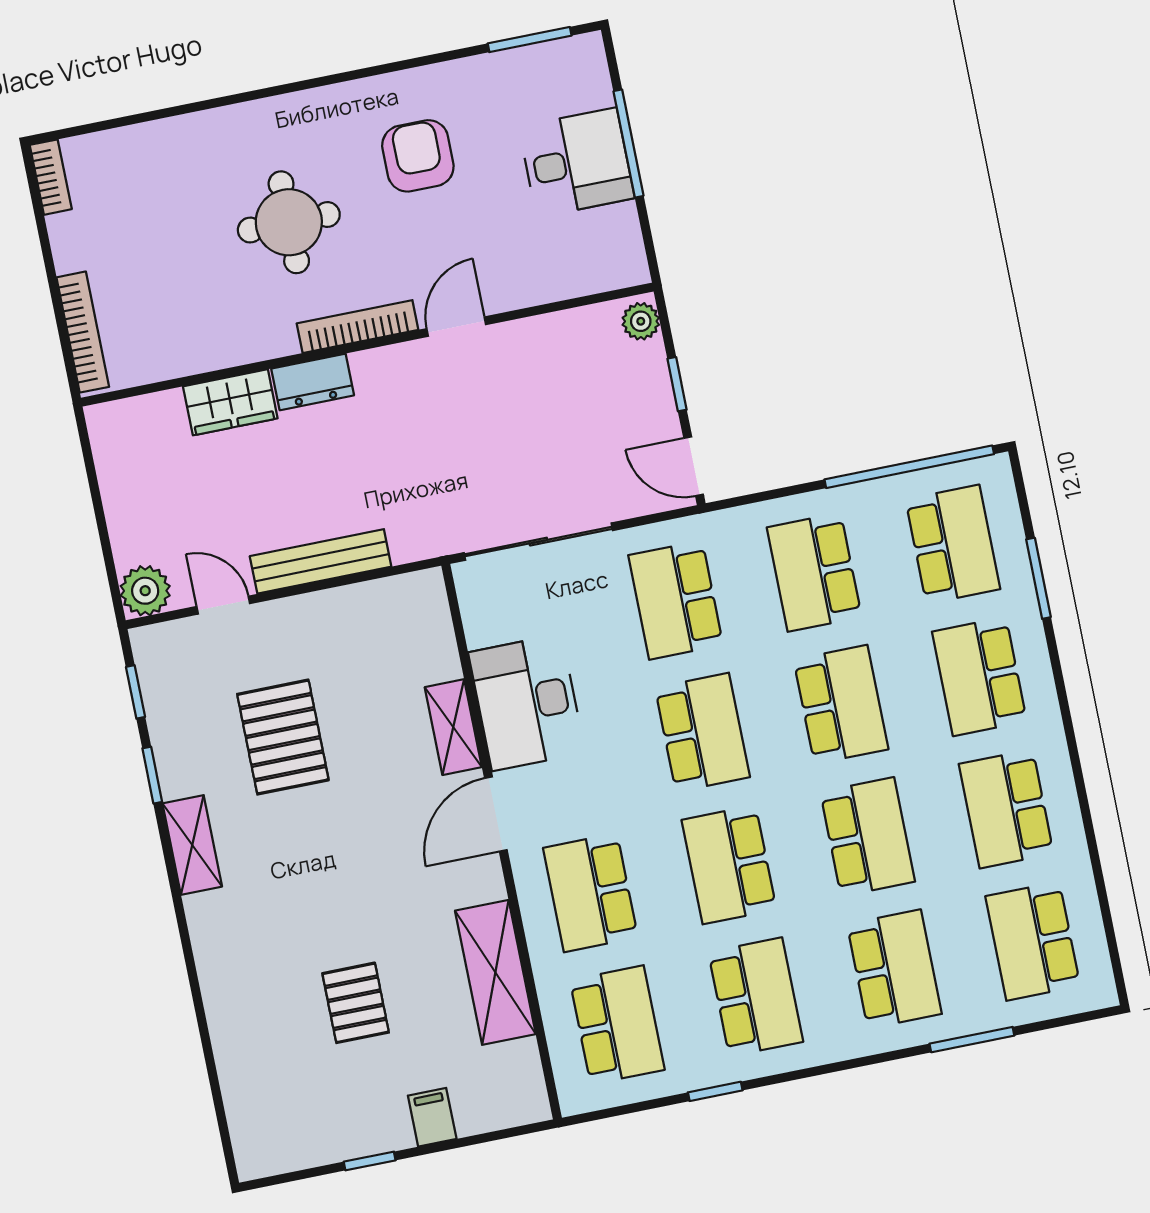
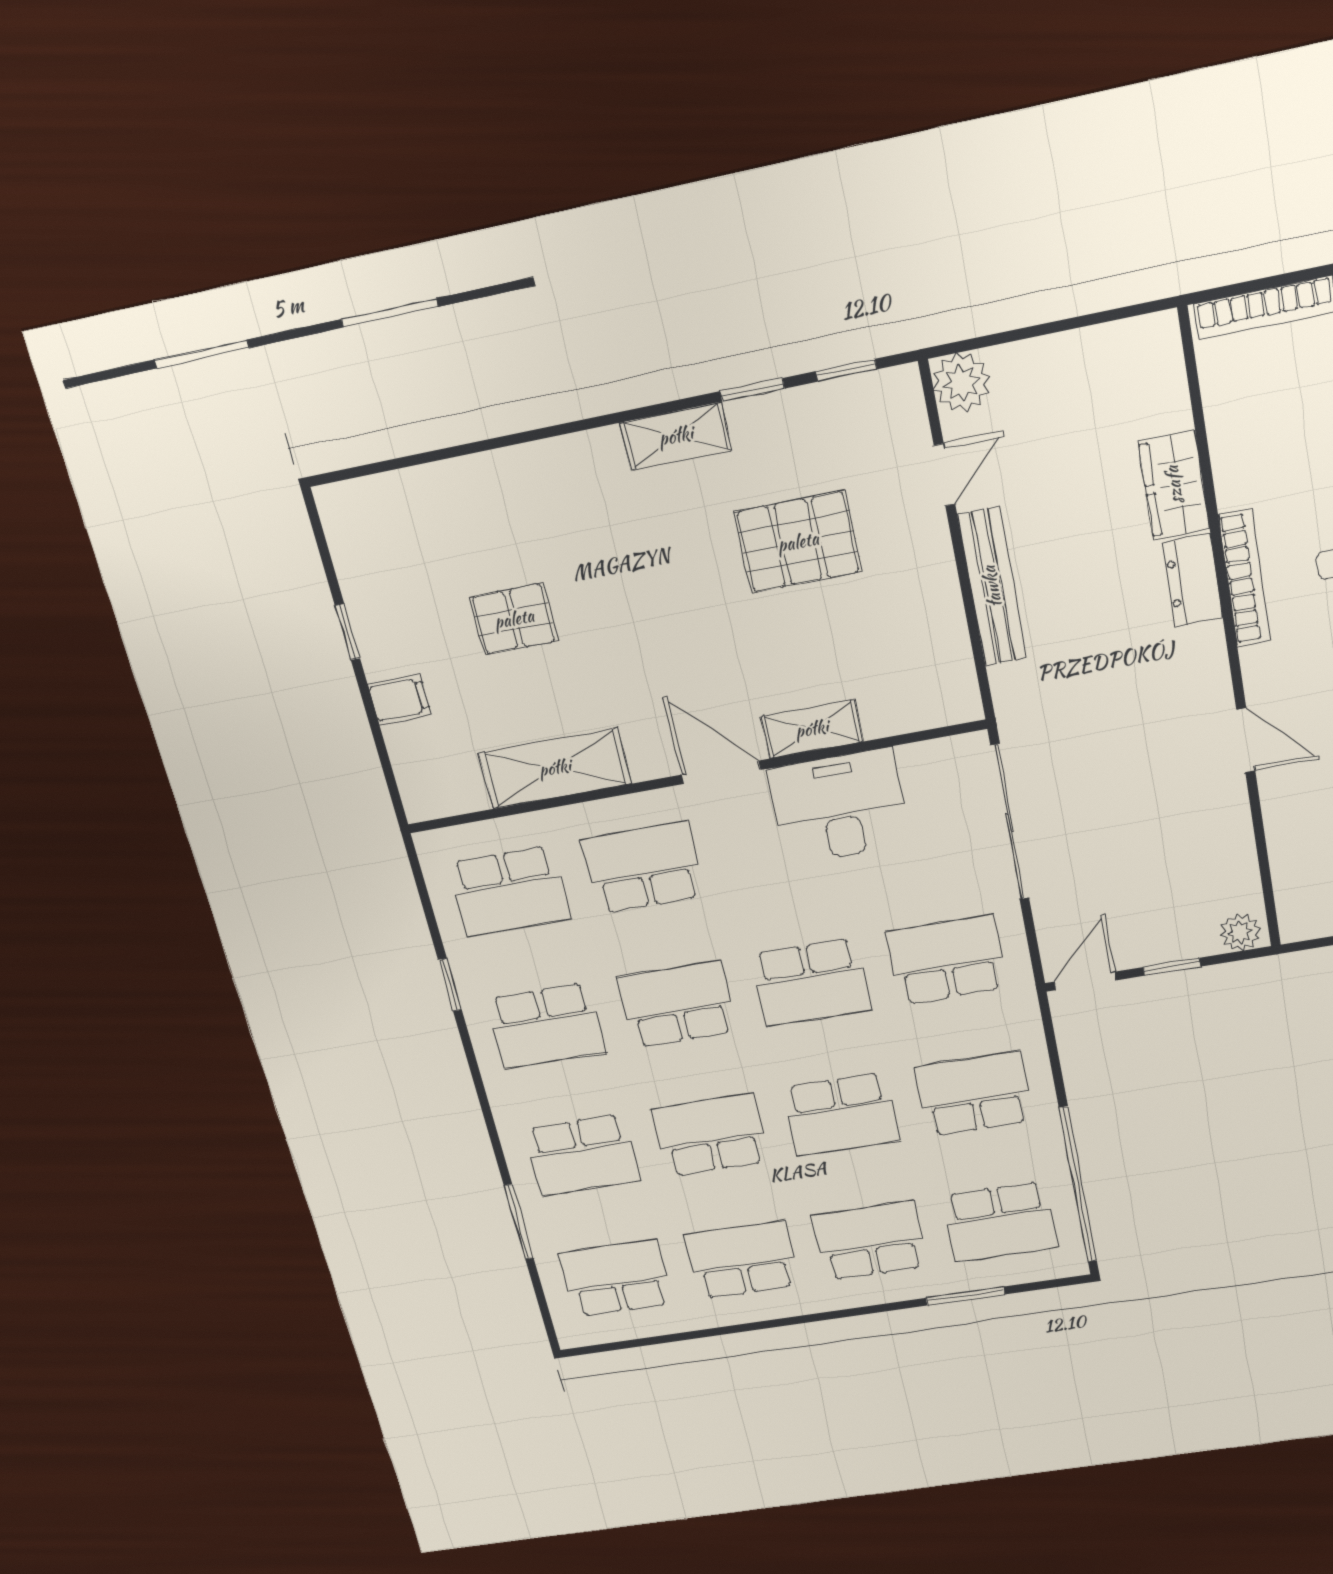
bookcase: (358, 327) -> (1245, 578), moved
school desk: (868, 837) -> (710, 1135), turned 180

